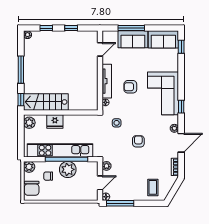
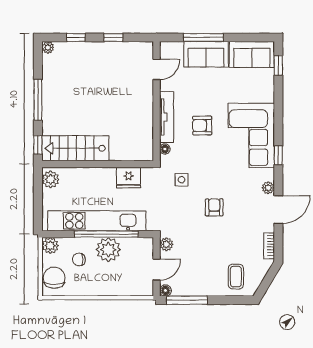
fridge: (55, 121) -> (129, 178), moved
chair: (32, 188) -> (54, 278), turned 180

